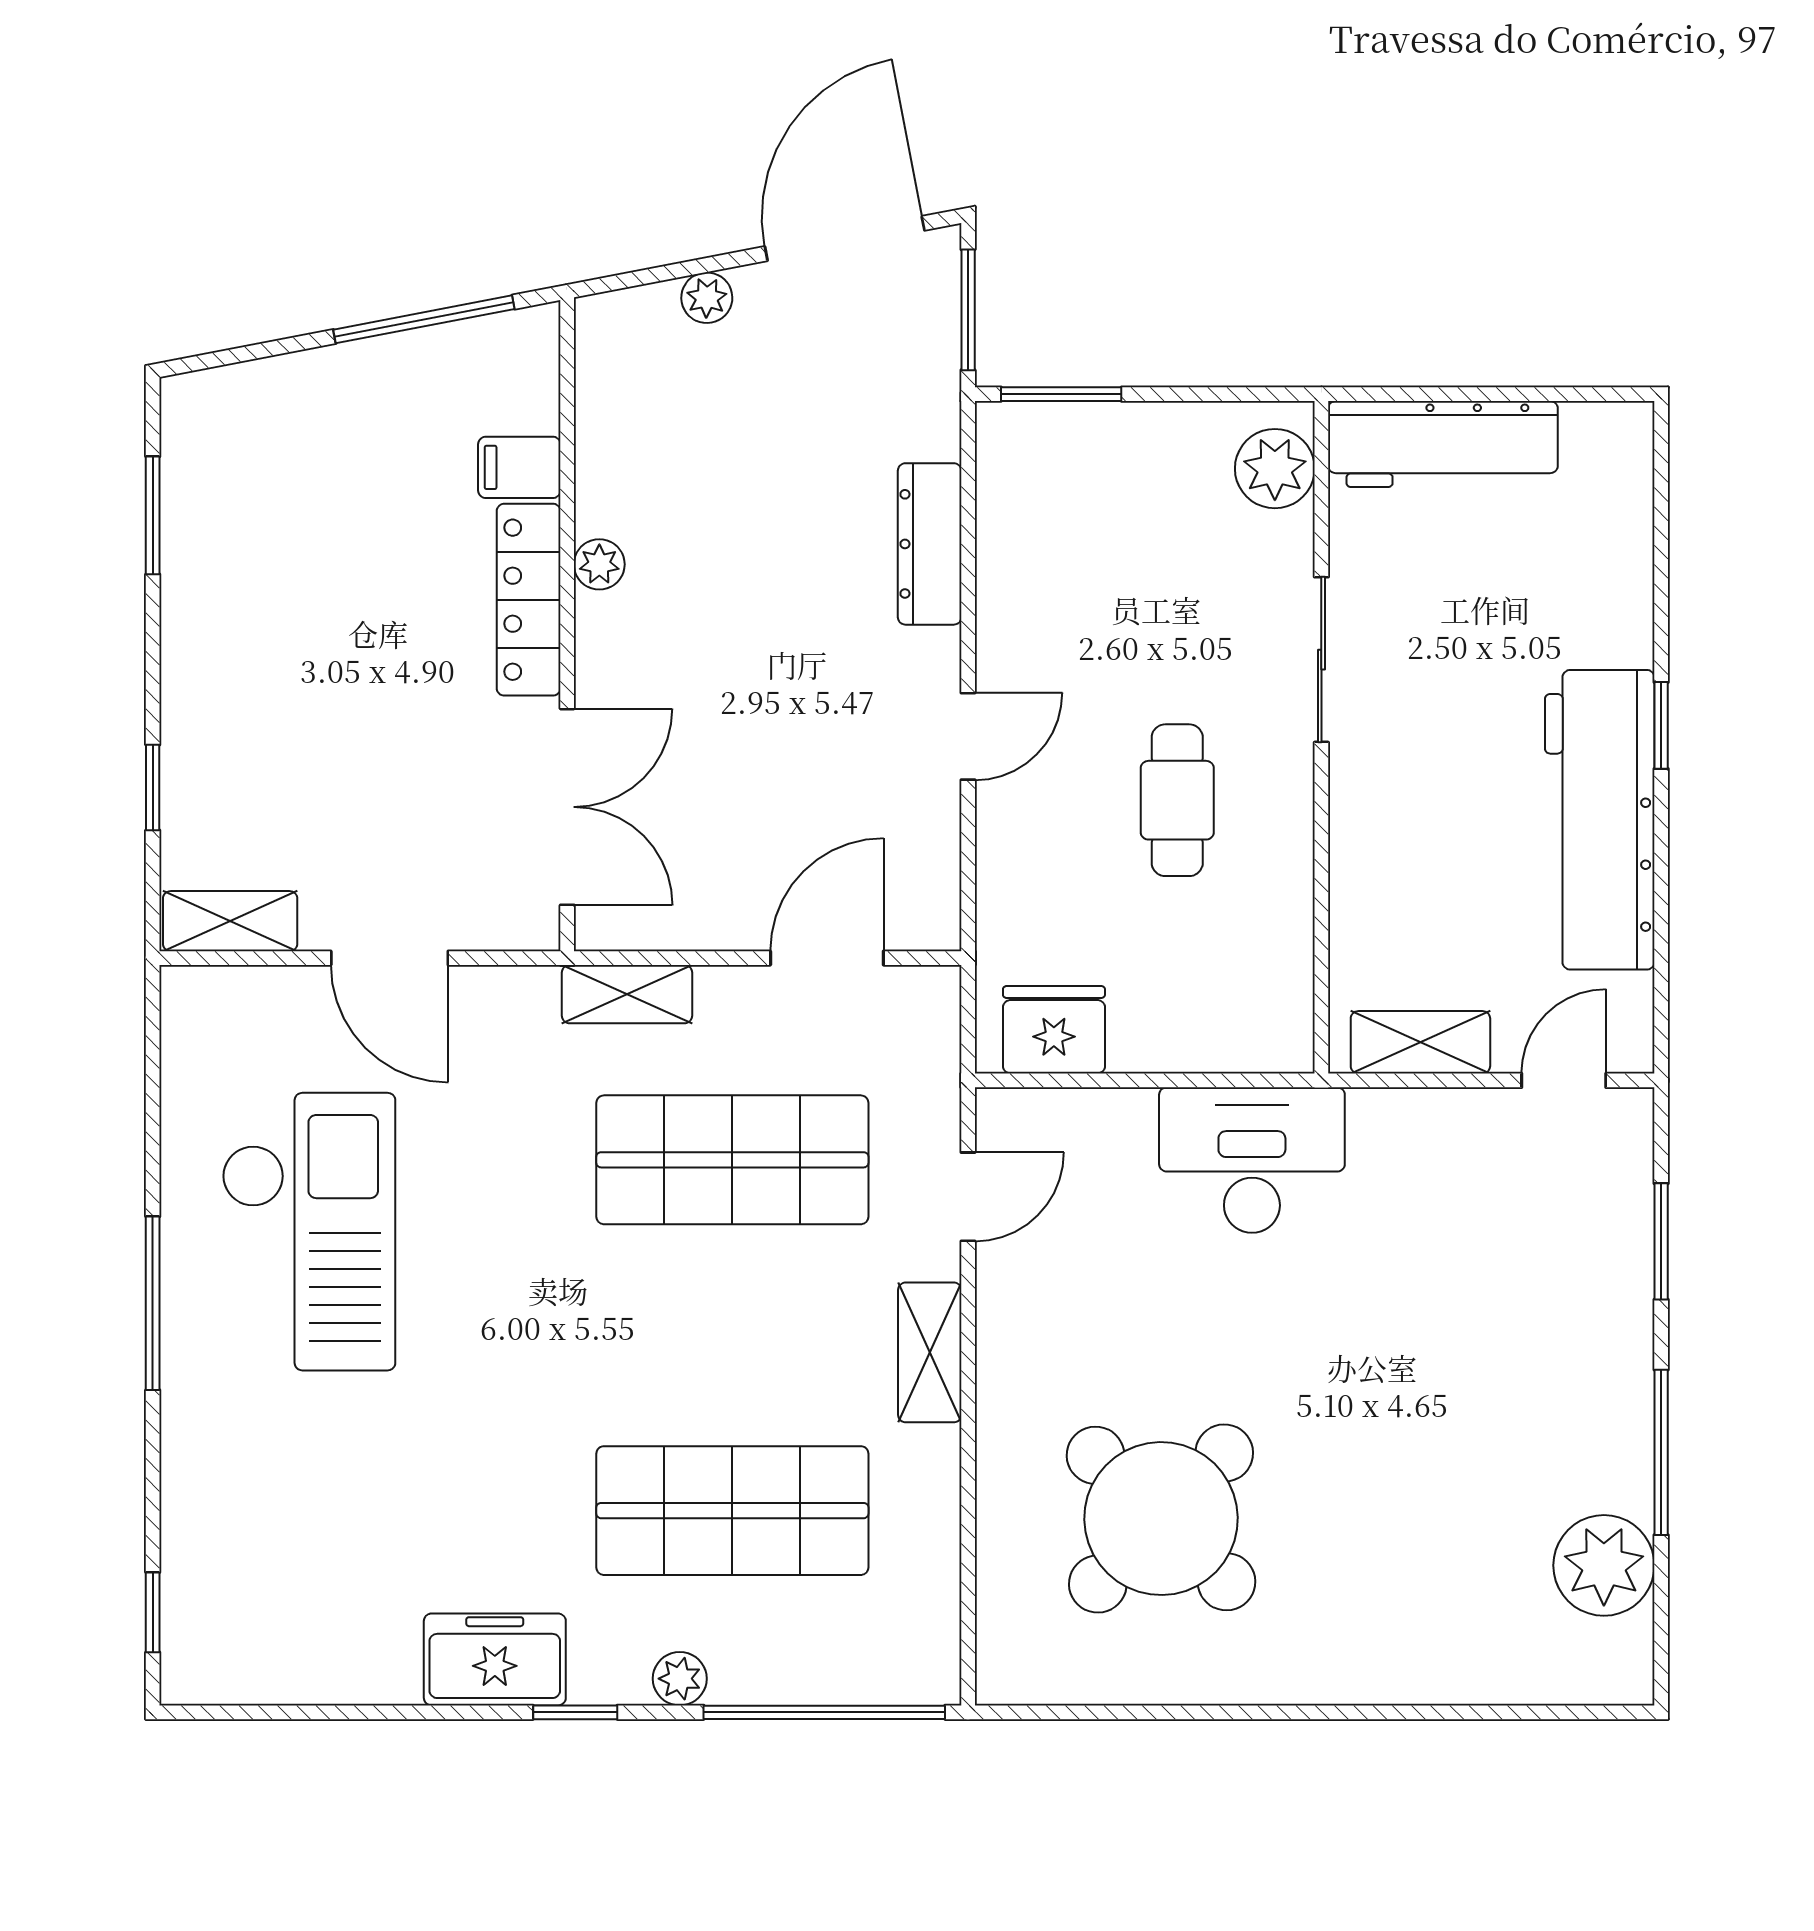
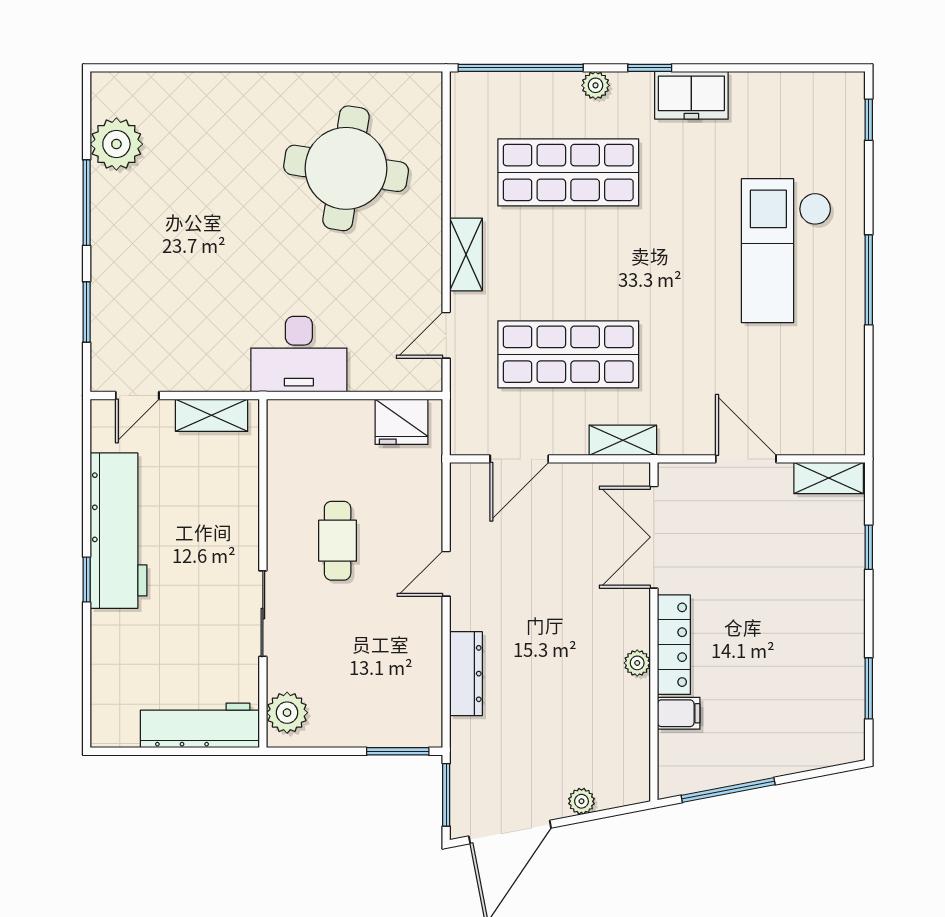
checkout: (309, 1232) -> (786, 251), moved
round table: (1161, 1519) -> (346, 168), turned -35

